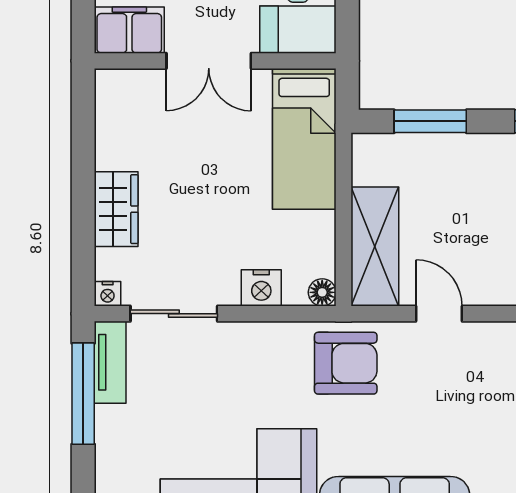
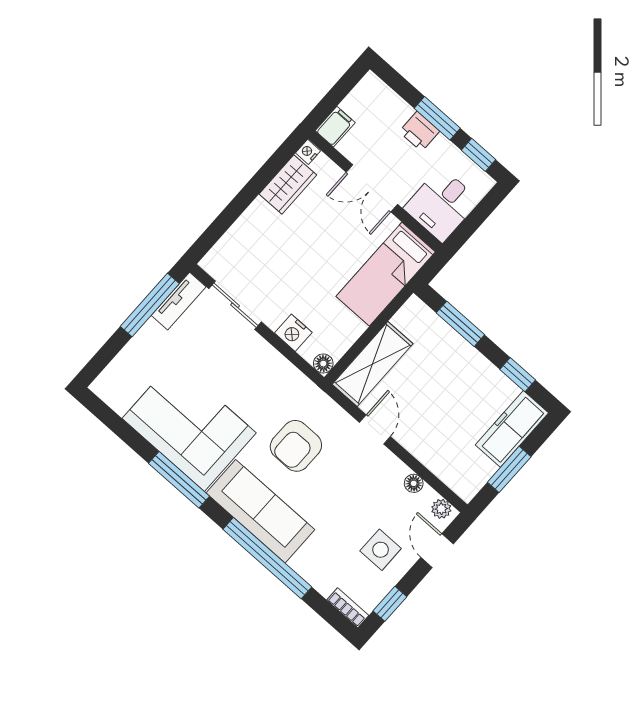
filing cabinet: (129, 30) -> (335, 127), width x0.50
wardrobe: (116, 209) -> (288, 185), moved
nightstand: (108, 294) -> (308, 152), moved, turned 90
armchair: (346, 363) -> (296, 446), moved, turned 90

